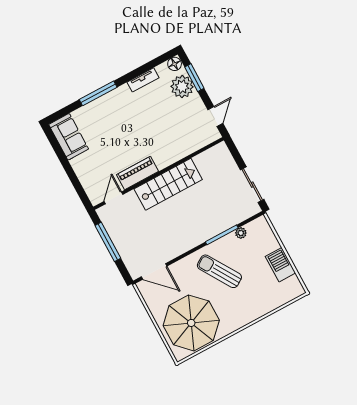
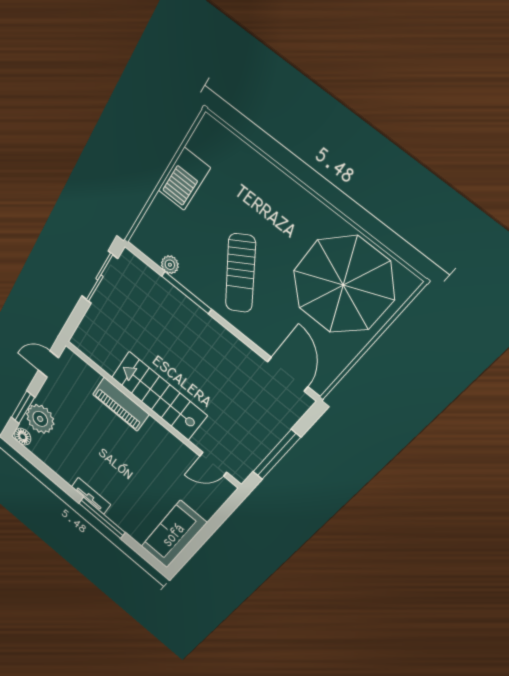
tv unit: (143, 80) -> (91, 496), moved
sofa: (69, 137) -> (173, 535), width x1.36
piano: (137, 173) -> (121, 404), moved

